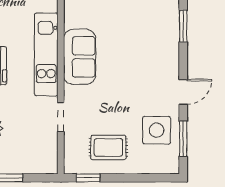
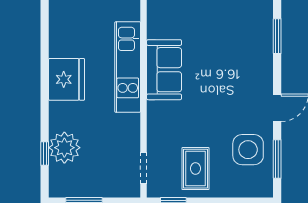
doorway: (61, 117) -> (144, 168), moved
rug: (108, 147) -> (195, 169), turned 90

